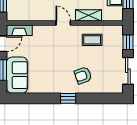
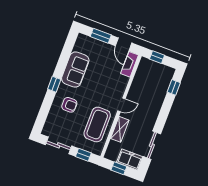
coffee table: (92, 40) -> (97, 124), width x1.86, depth x1.72
sofa: (17, 75) -> (75, 70), moved, turned -90
armchair: (83, 75) -> (69, 105), turned 109

